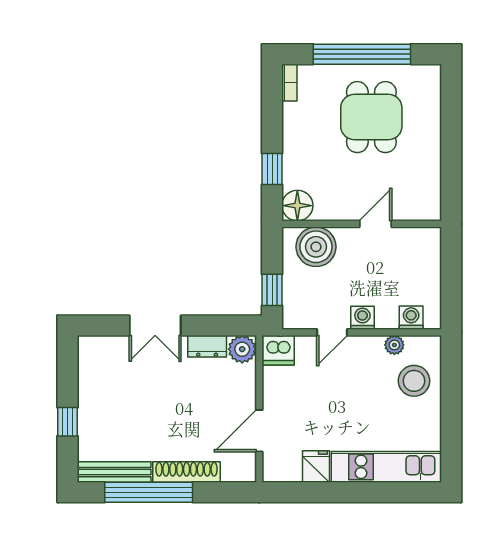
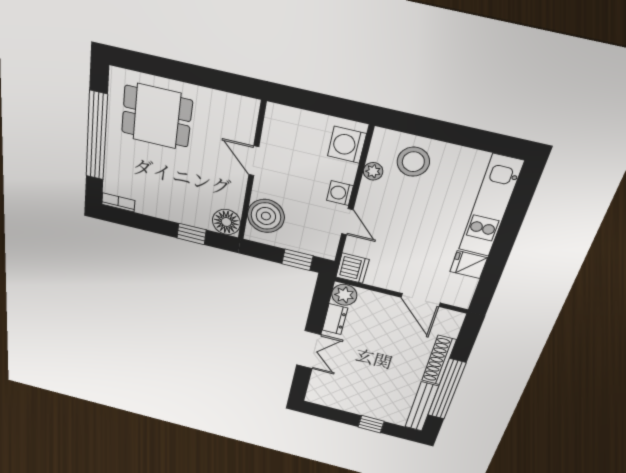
dining table: (371, 117) -> (157, 116), moved
washing machine: (411, 318) -> (347, 145), width x1.38, depth x1.38

